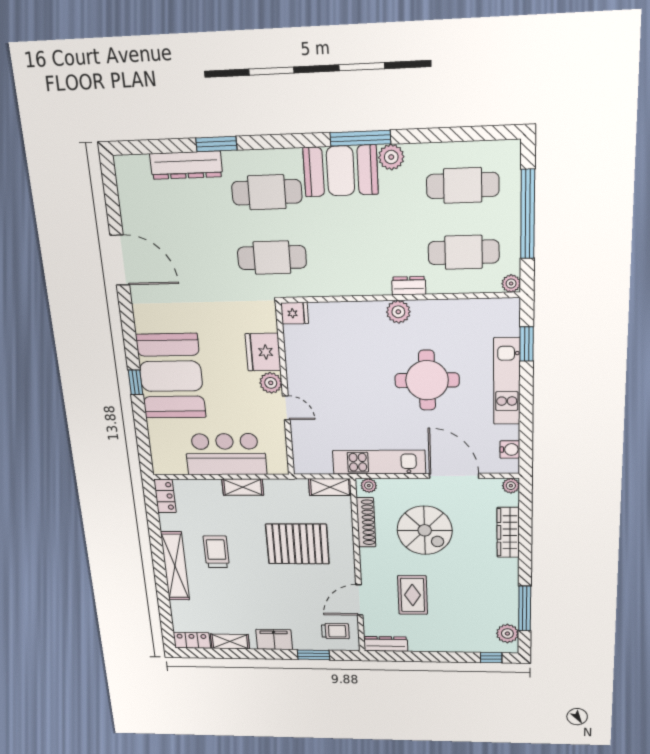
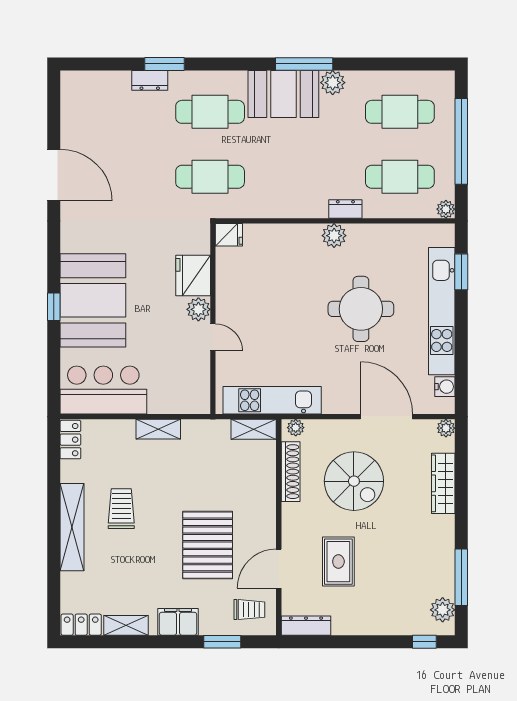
dresser: (186, 165) -> (150, 80), width x0.51, depth x0.80
kitchen unit: (507, 381) -> (442, 311), width x1.36
bar counter: (226, 454) -> (103, 390), moved
kitchen unit: (379, 462) -> (272, 400), moved
pallet: (297, 544) -> (208, 545), moved, turned 90

